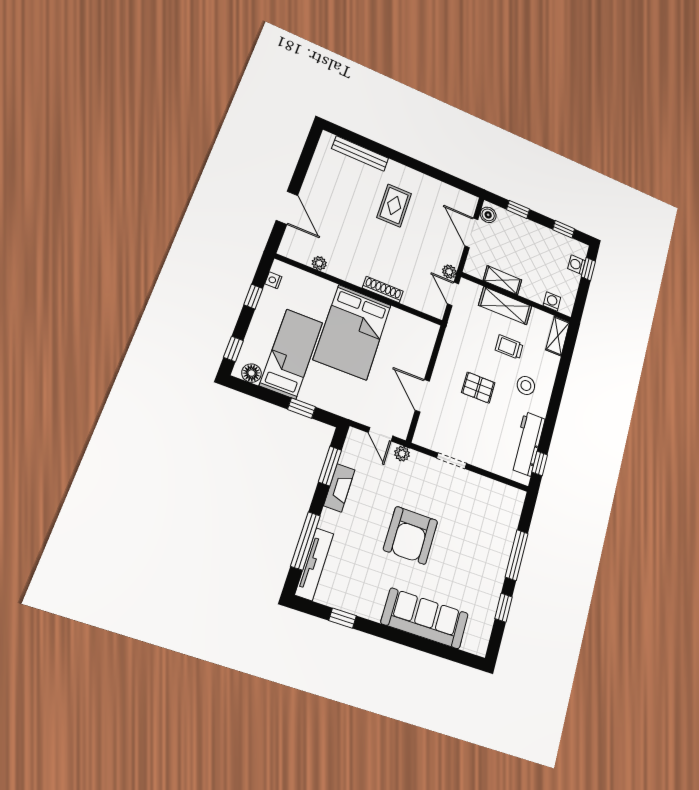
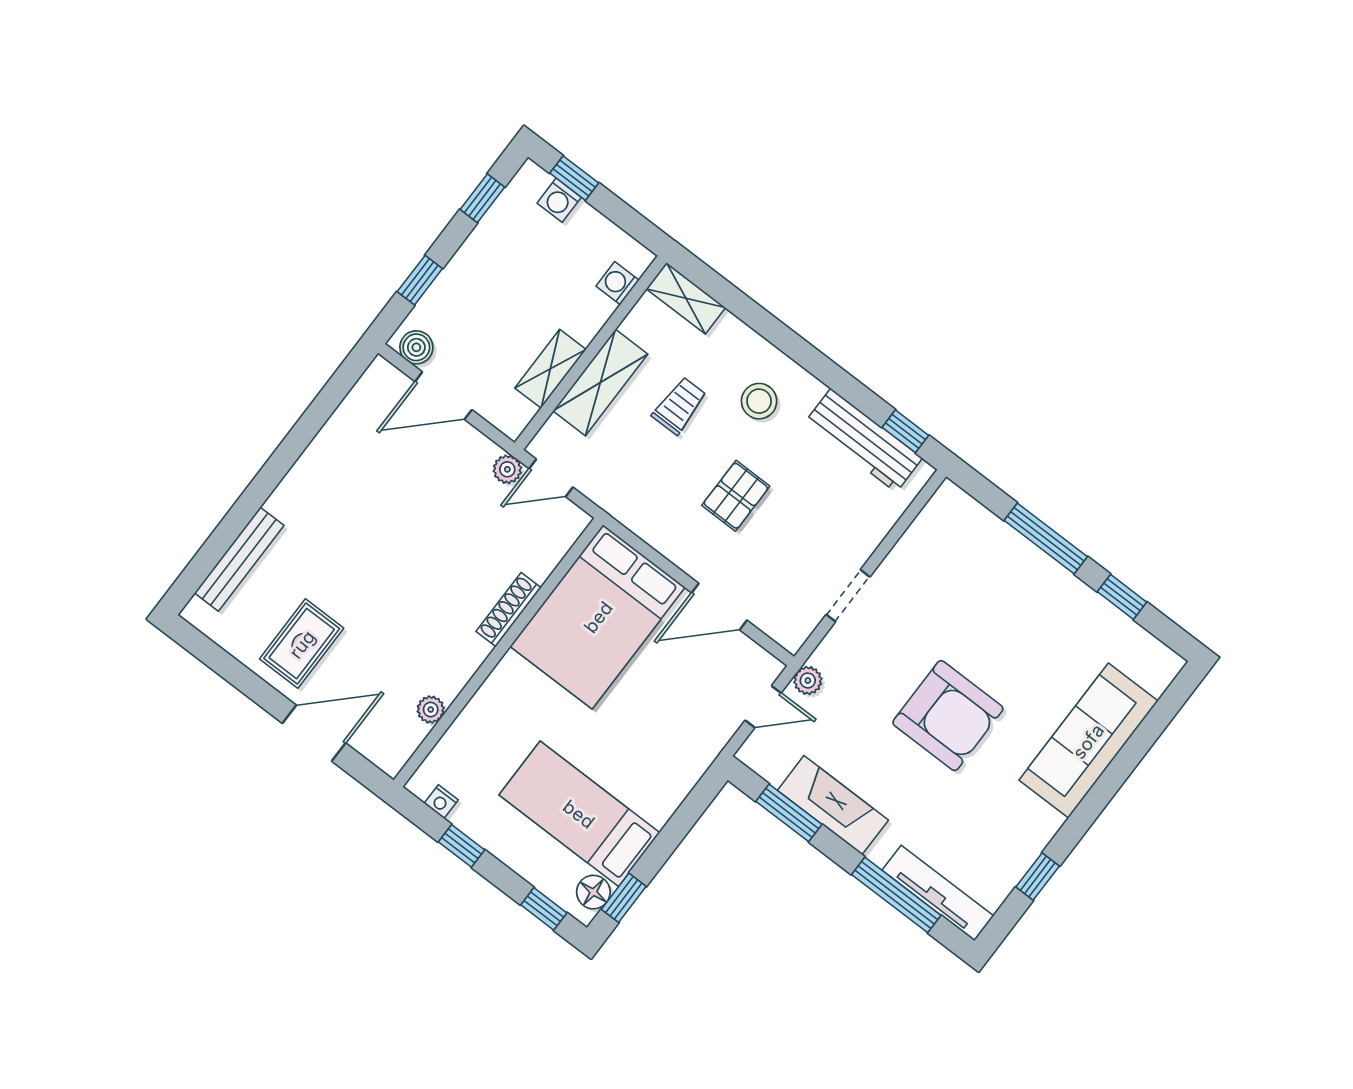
rug: (394, 206) -> (302, 644), moved, turned 90
bed: (352, 332) -> (598, 617), moved, turned 90
trolley: (509, 347) -> (679, 406), turned 180
window: (301, 408) -> (624, 898), moved
fireplace: (339, 488) -> (833, 805), width x1.37, depth x1.32

